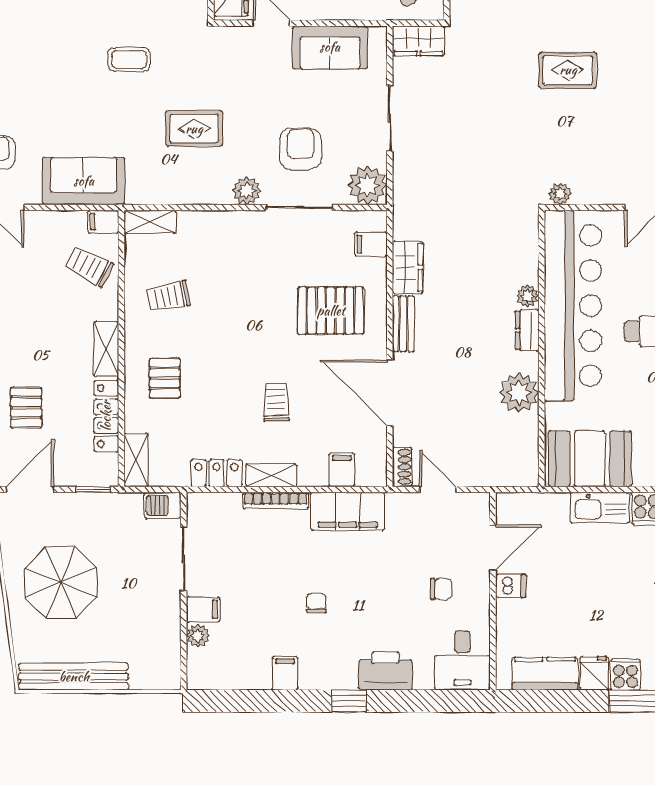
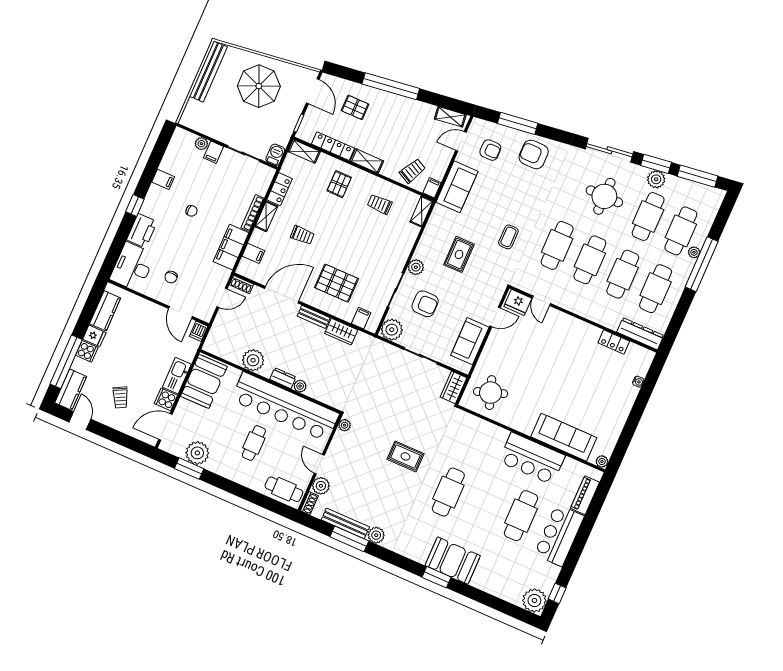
rug: (568, 70) -> (405, 456), turned 90
trolley: (169, 296) -> (380, 204), turned -79
pallet: (331, 311) -> (336, 283), turned 90
pallet: (165, 378) -> (339, 184), turned 90
dishwasher: (511, 586) -> (199, 331), moved
desk: (462, 660) -> (132, 267), width x1.37

